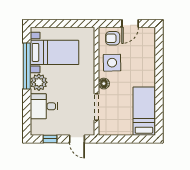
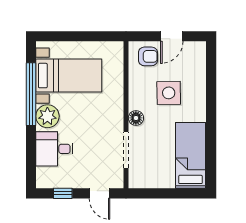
armchair: (113, 38) -> (148, 56), turned 180
side table: (112, 63) -> (169, 93), moved

